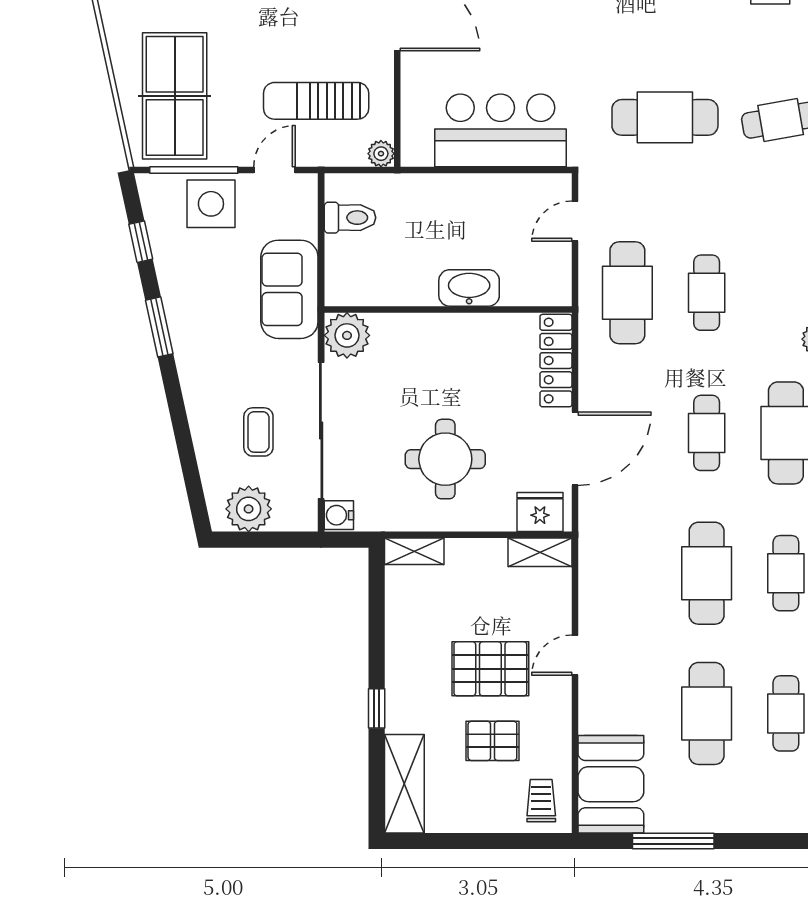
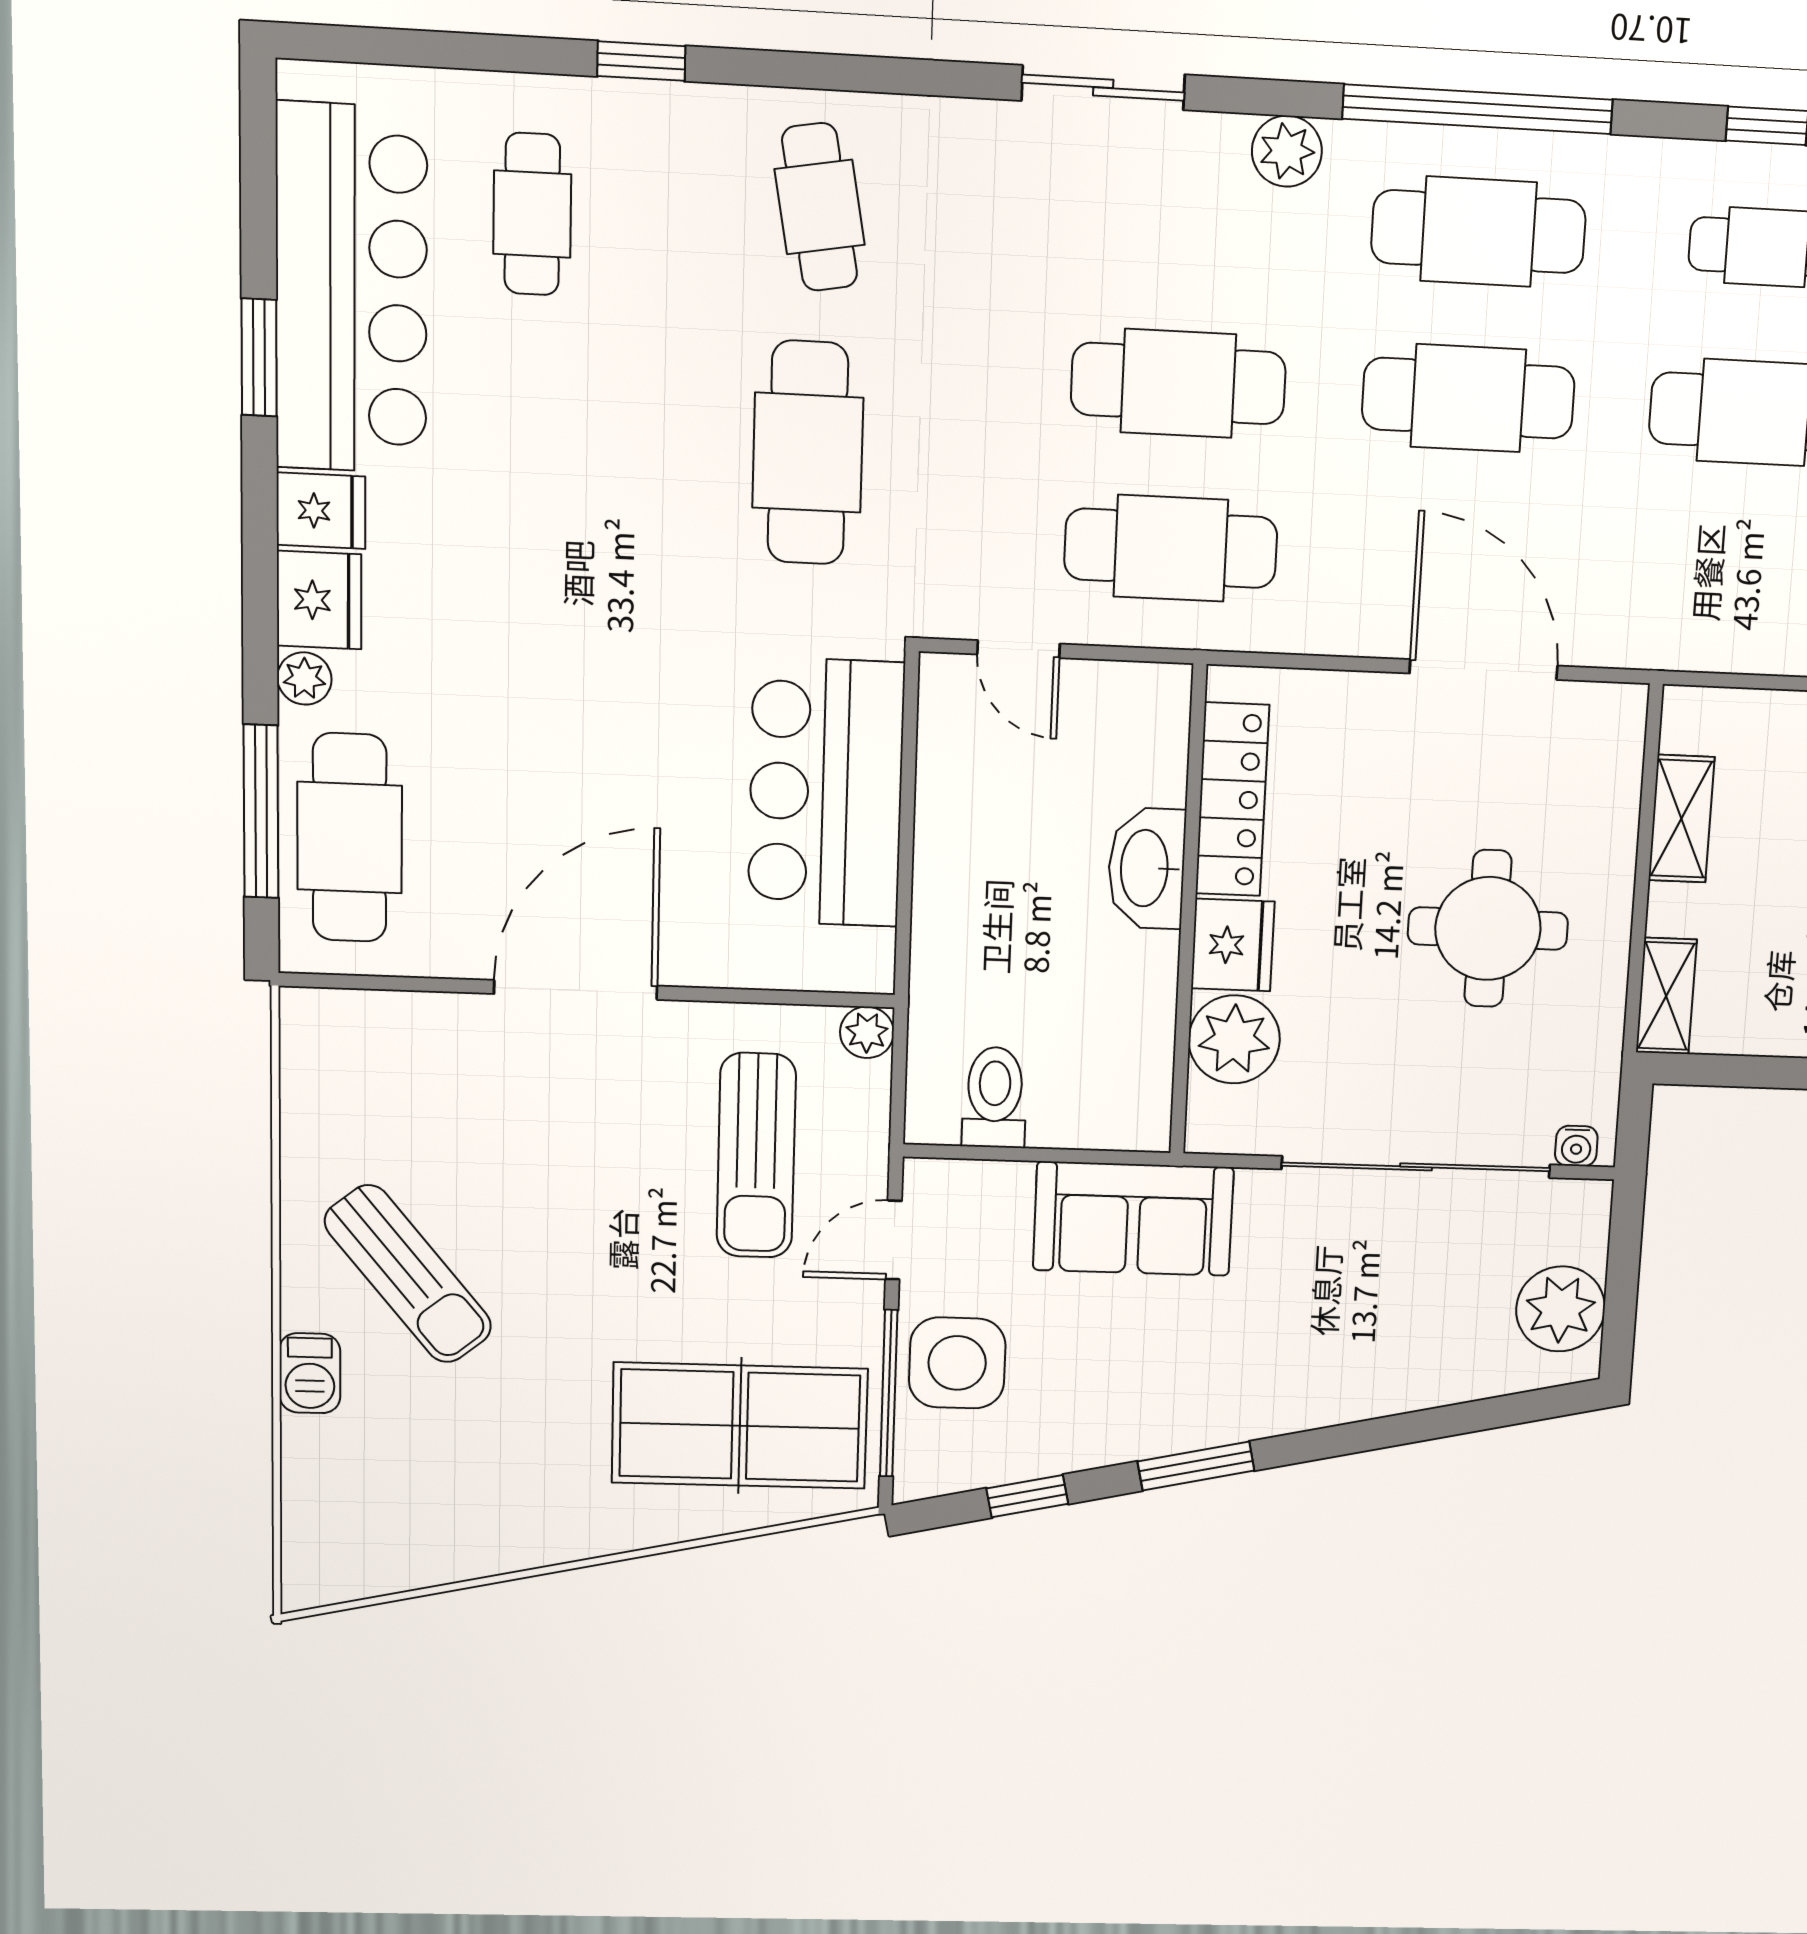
door: (275, 170) -> (894, 1240), hinge flipped
cafe table: (707, 293) -> (1178, 383), width x1.37, depth x1.35
plant: (347, 335) -> (1234, 1039), moved
locker: (556, 361) -> (1232, 799), moved, turned -90
coffee table: (258, 432) -> (1412, 1286), removed
cafe table: (707, 433) -> (1468, 398), width x1.37, depth x1.35
fridge: (540, 512) -> (1233, 945), moved, turned 180
water cooler: (339, 515) -> (1576, 1146), width x0.72, depth x0.72
shelving: (540, 552) -> (1681, 819), moved

